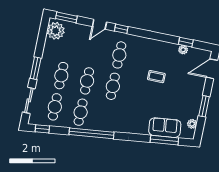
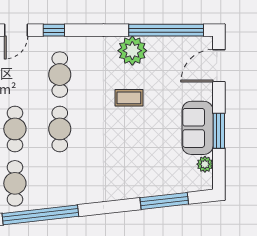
window: (186, 42) -> (166, 30), width x3.17
plant: (183, 50) -> (132, 51), moved, width x1.87, depth x1.87
sofa: (165, 128) -> (198, 128), moved, turned -84

